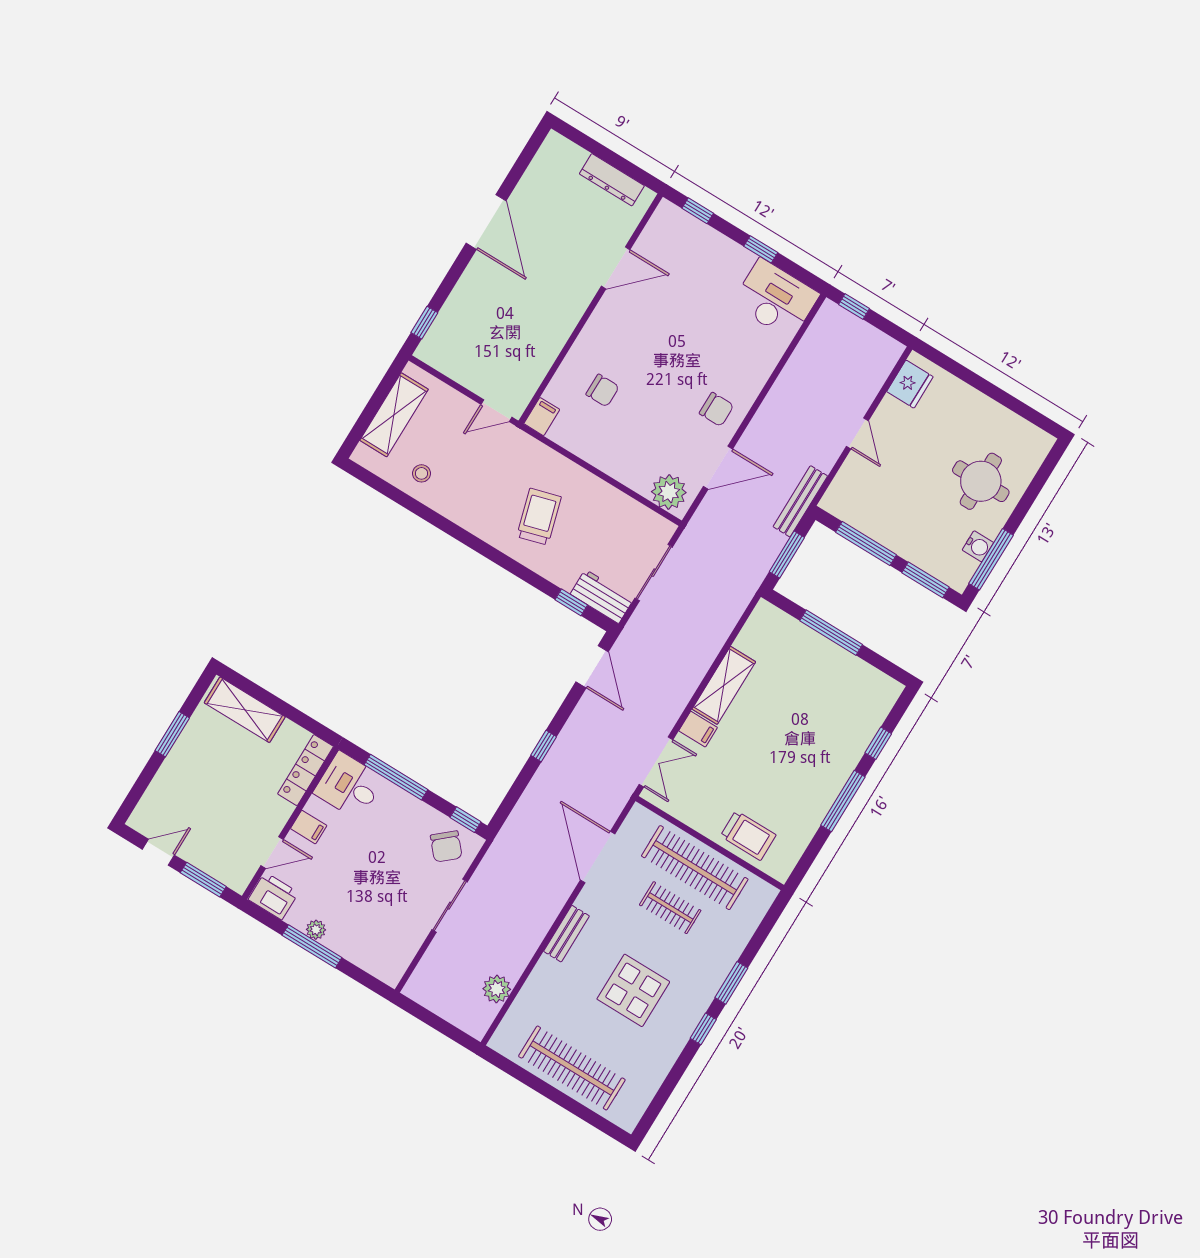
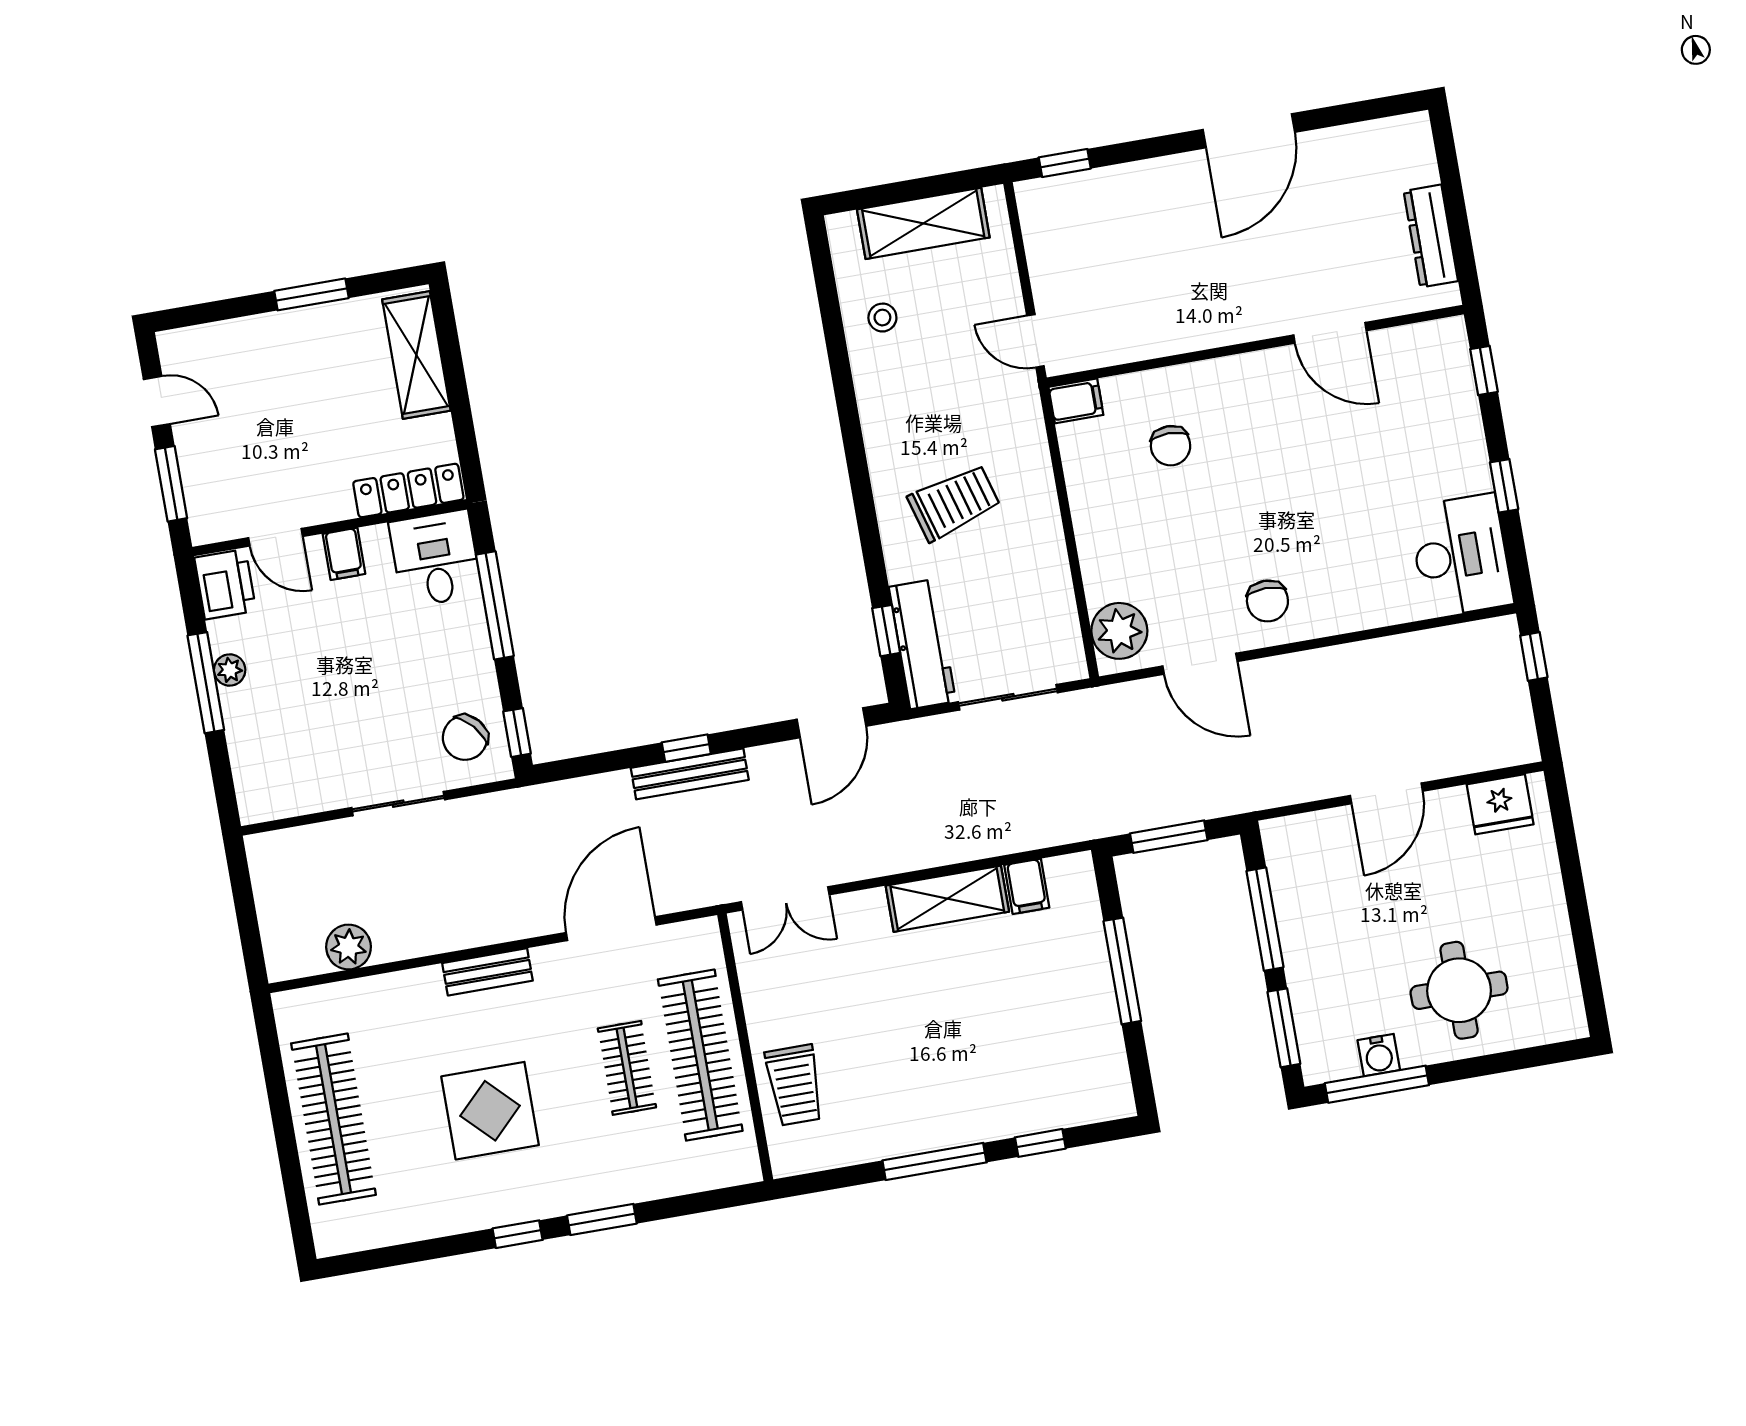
door: (857, 433) -> (1386, 793), width x1.38
bench: (800, 501) -> (690, 774), moved
workbench: (602, 596) -> (922, 644), width x1.38
filing cabinet: (698, 729) -> (1027, 886), moved

